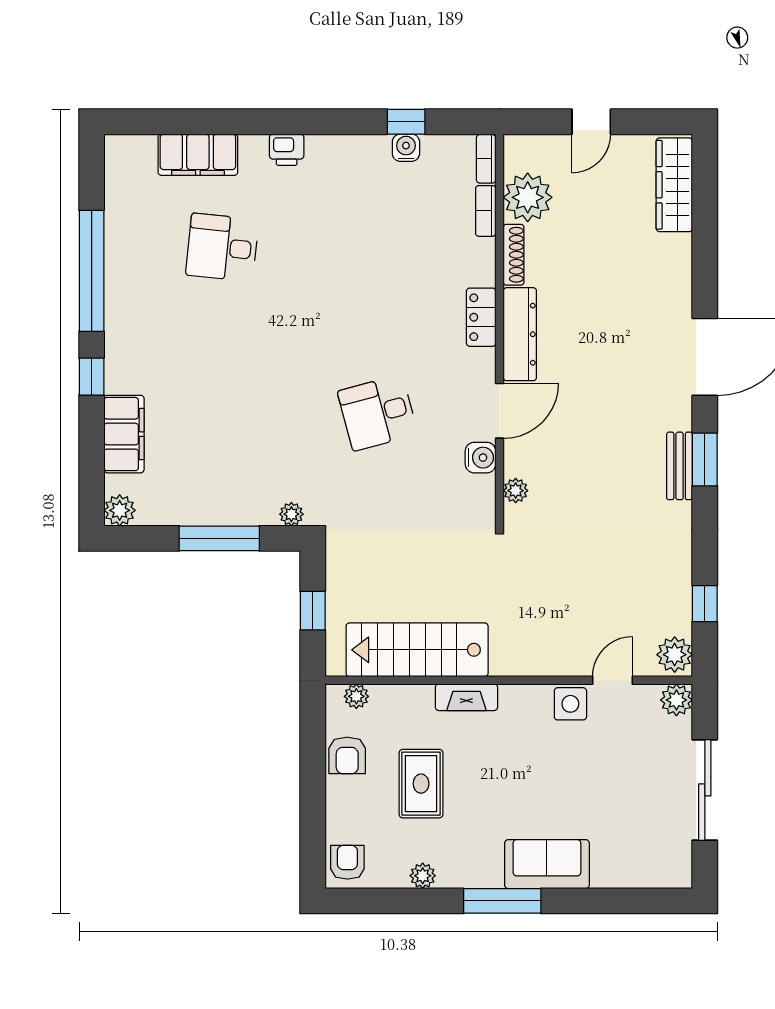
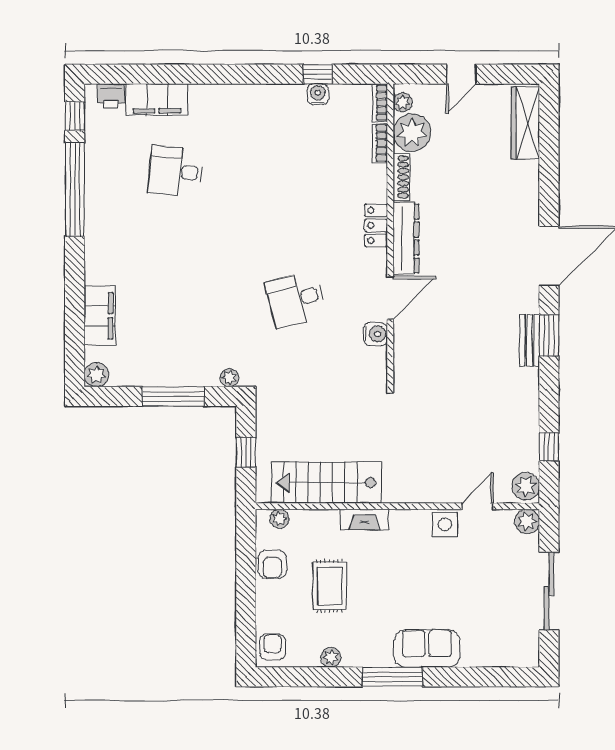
printer: (287, 150) -> (111, 96), moved
window: (92, 377) -> (75, 116), moved
plant: (516, 491) -> (403, 102), moved

